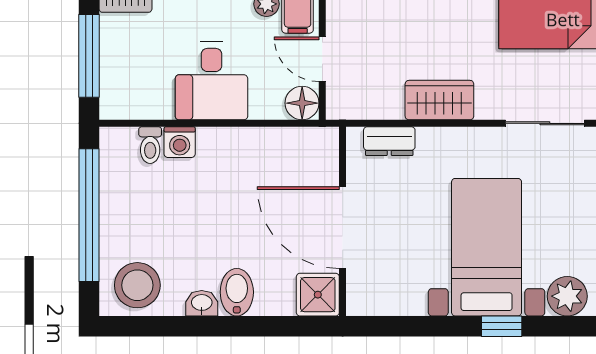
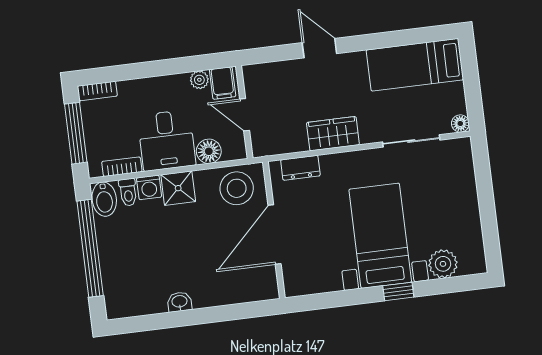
floor lamp: (302, 103) -> (209, 151), moved
bookcase: (146, 109) -> (122, 167), added
door: (343, 228) -> (274, 234), hinge flipped
stool: (137, 285) -> (237, 188), moved
bidet: (237, 292) -> (104, 199), moved, turned 180
shower: (318, 295) -> (178, 188), moved

